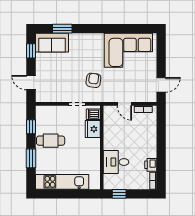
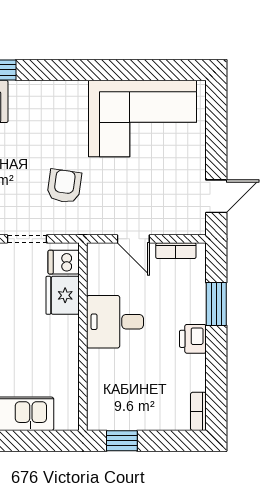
window: (161, 133) -> (216, 304), added
desk: (116, 162) -> (115, 322), moved
printer: (151, 165) -> (193, 339), moved

